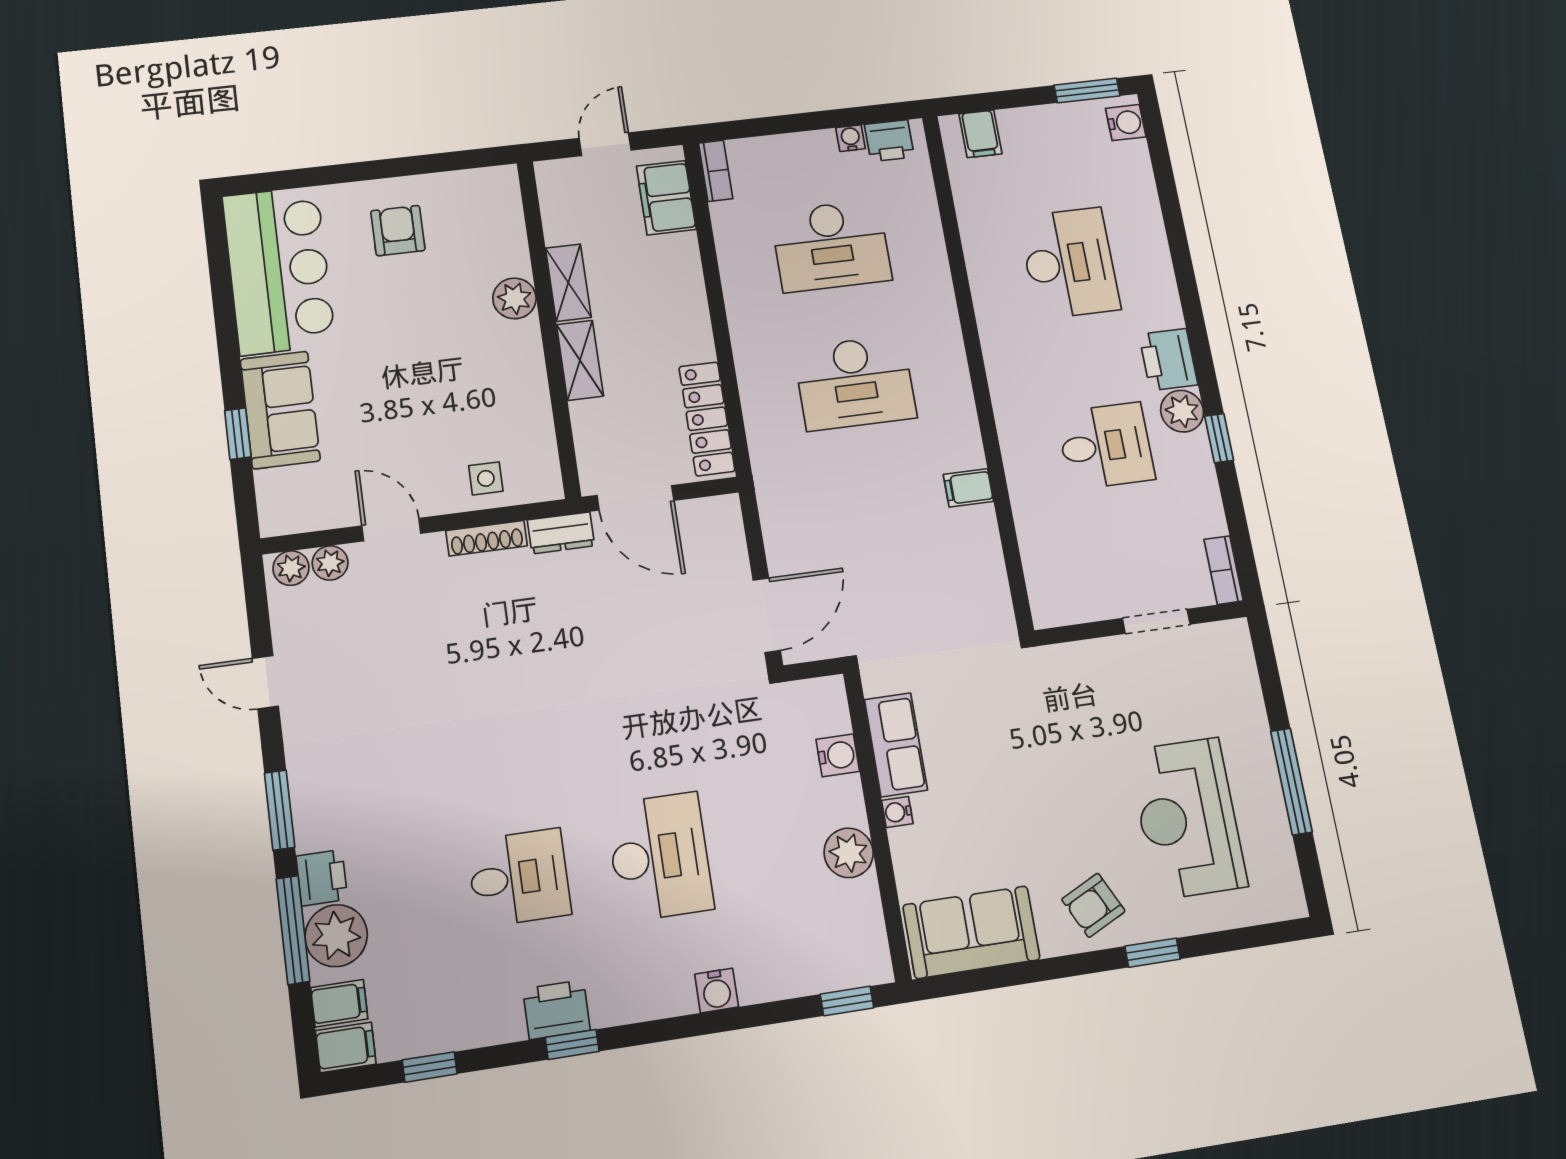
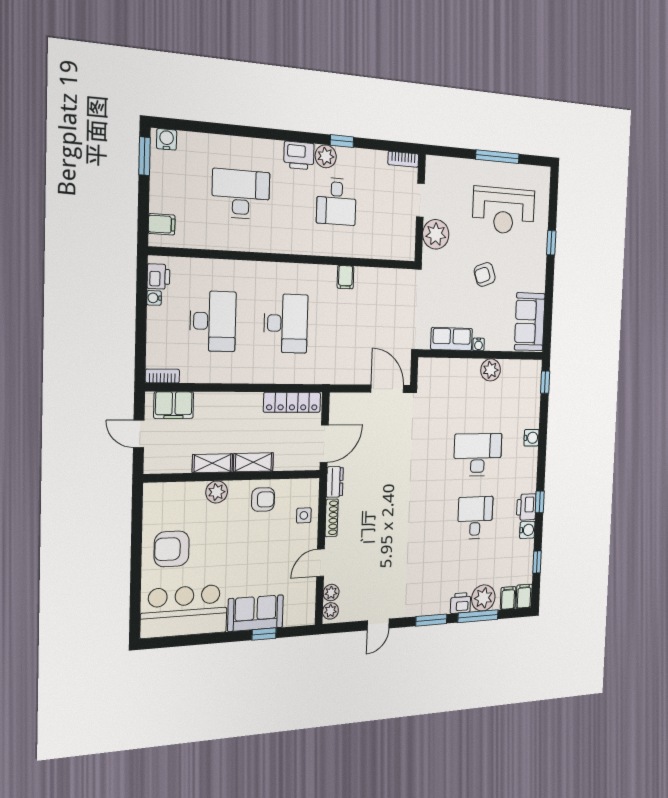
armchair: (398, 231) -> (172, 549), width x1.38, depth x1.38
armchair: (509, 390) -> (263, 499), added
desk: (1106, 446) -> (336, 201), turned 180
plant: (1099, 668) -> (436, 234), added
water cooler: (838, 755) -> (527, 530), moved, turned 90
armchair: (1093, 905) -> (485, 274), moved, turned 96

